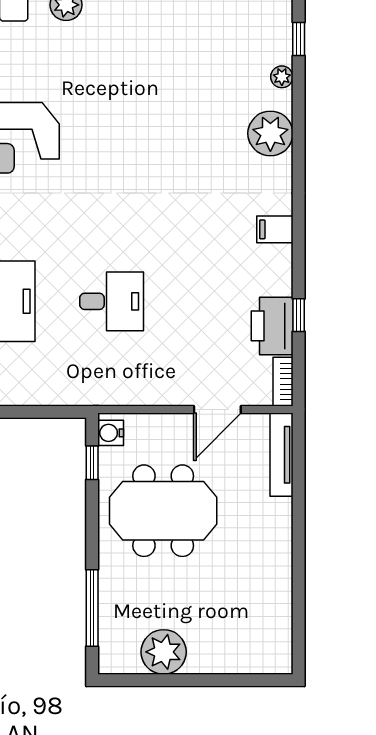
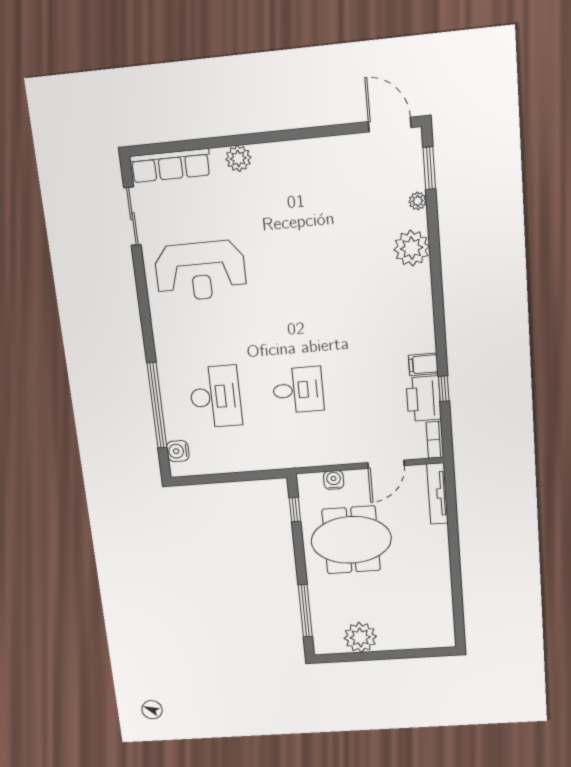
window: (299, 39) -> (429, 168), width x1.50
filing cabinet: (275, 229) -> (423, 364), moved
water cooler: (111, 433) -> (334, 480), moved, turned 90

